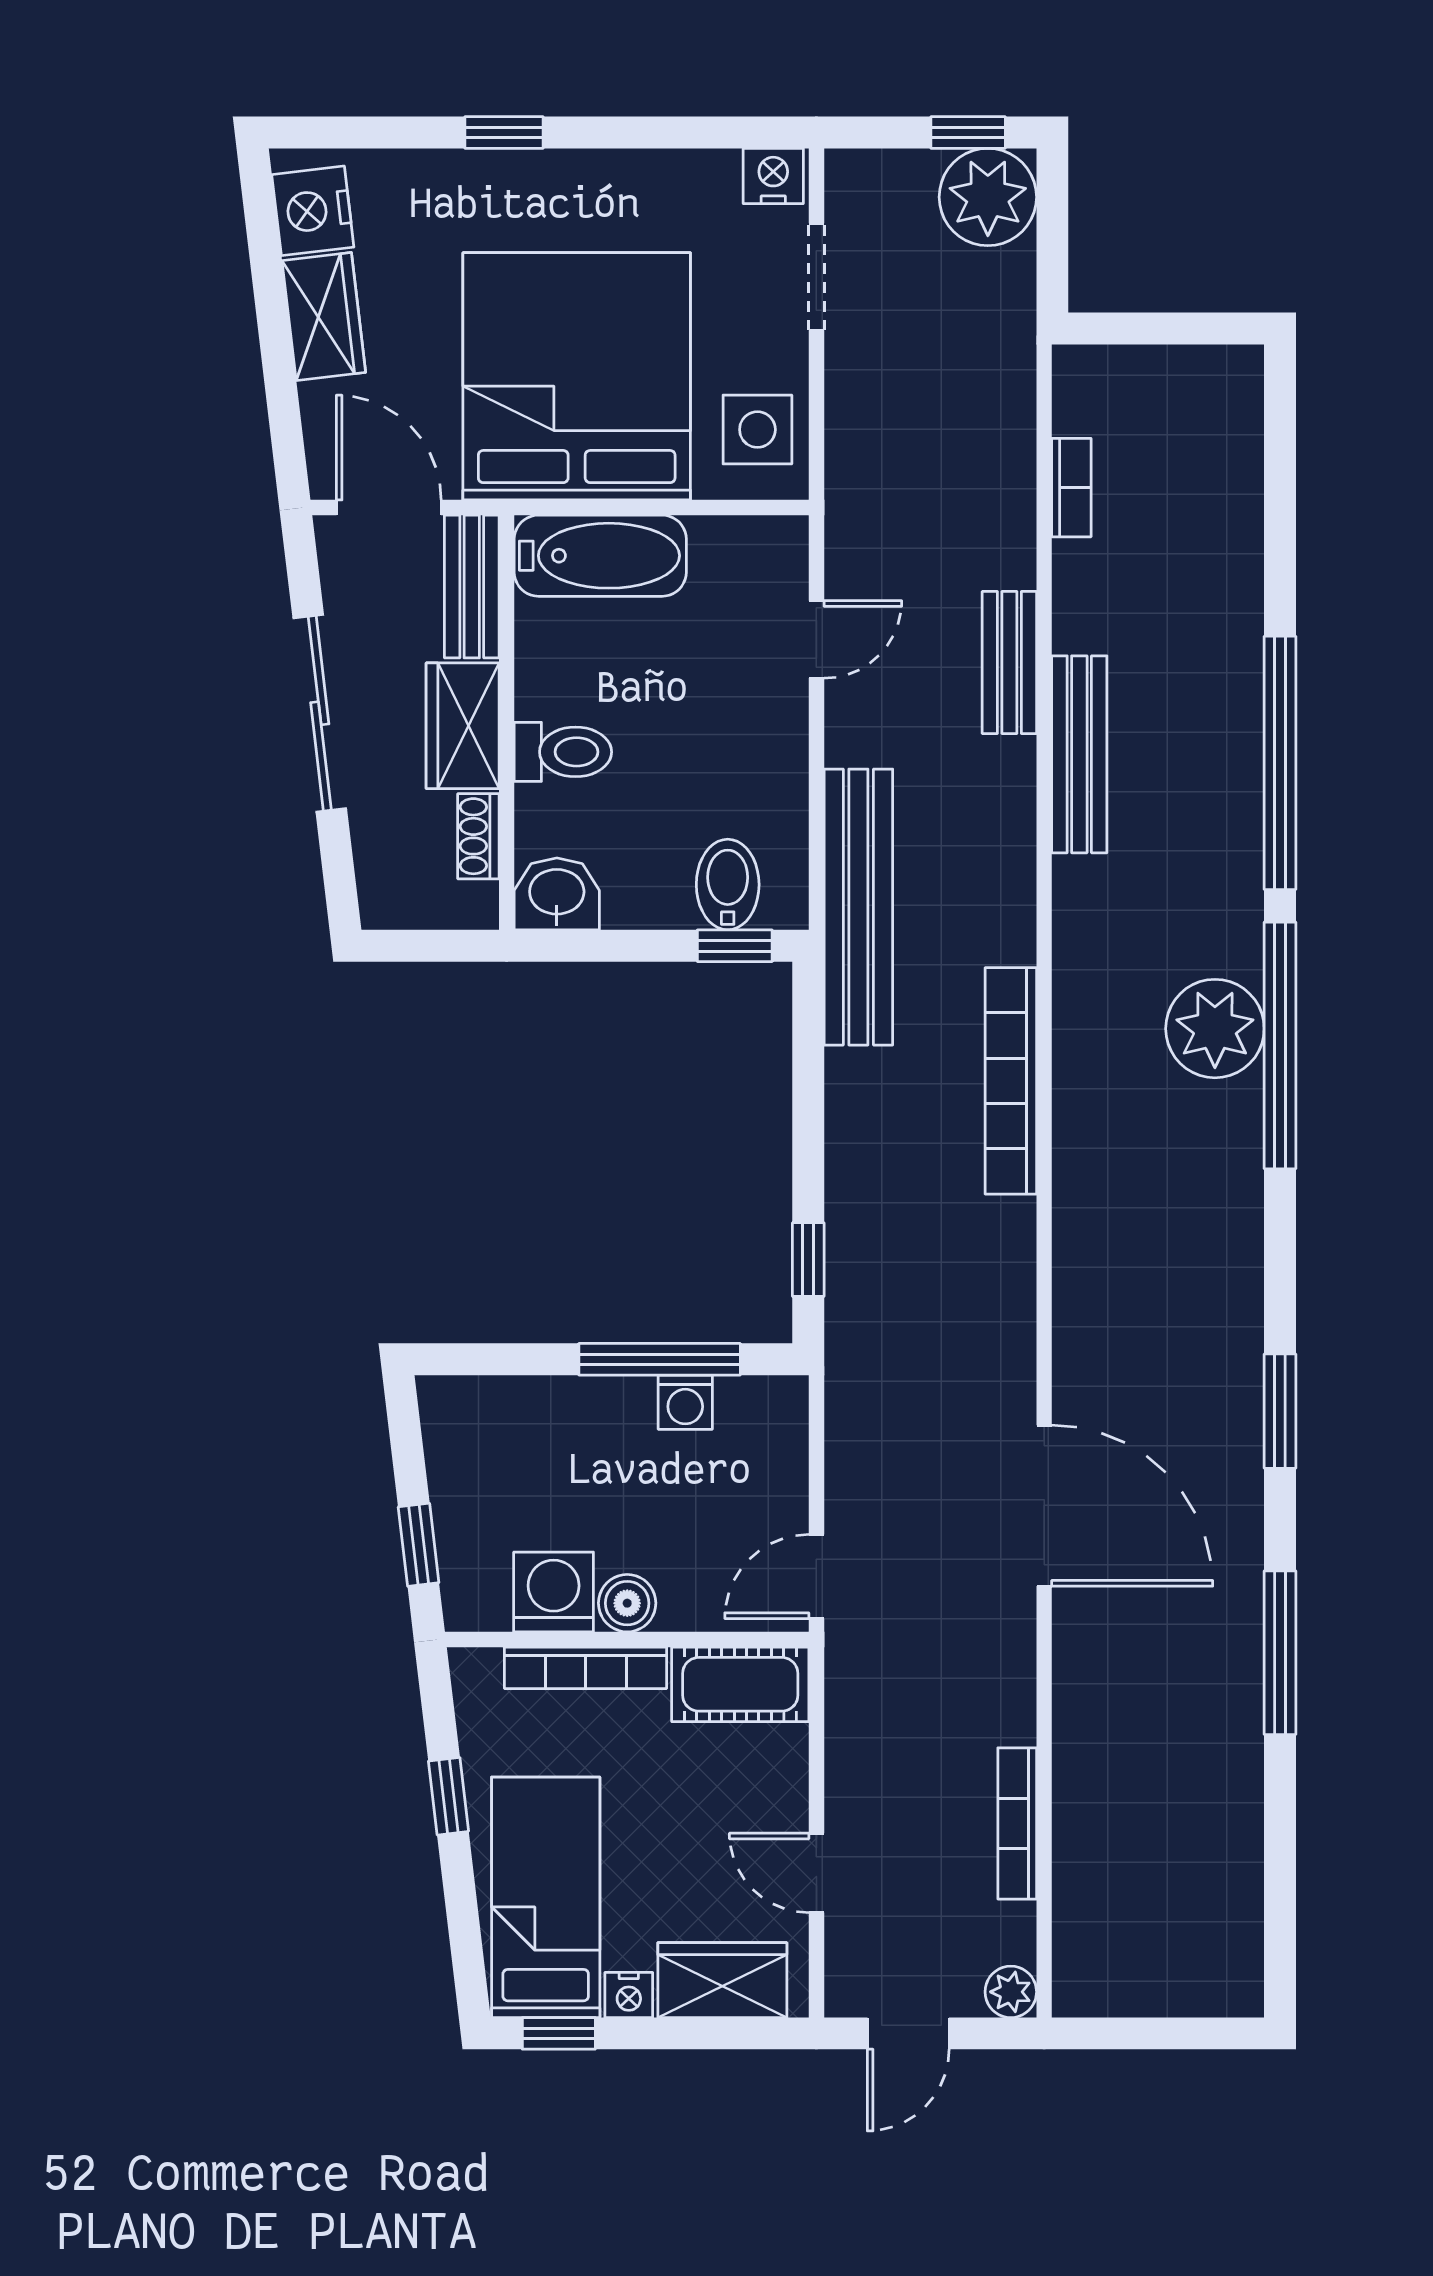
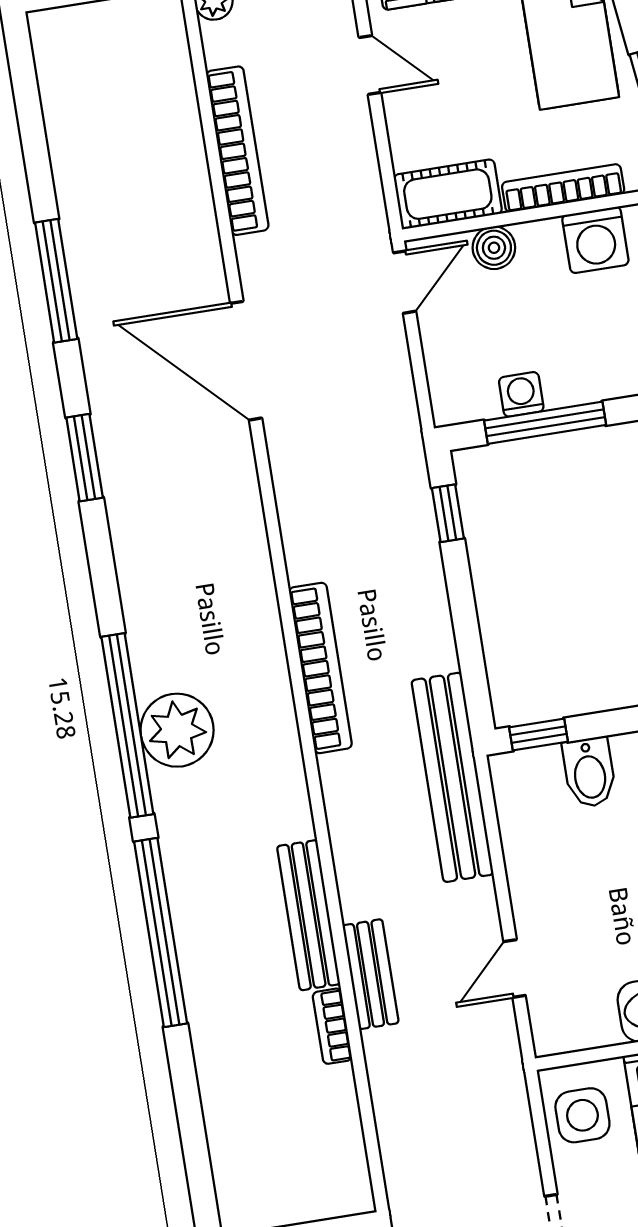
bookcase: (1071, 488) -> (332, 1026), moved
bidet: (728, 885) -> (589, 772), moved
boiler: (627, 1603) -> (494, 248), moved
bookcase: (1017, 1823) -> (237, 151), width x1.48, depth x1.31

